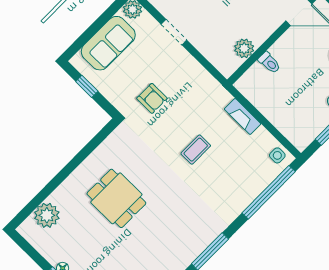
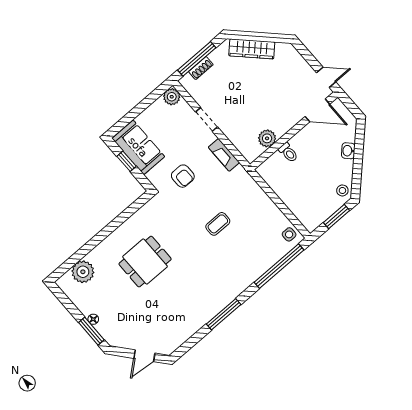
sofa: (108, 43) -> (138, 147), moved, turned -90
fireplace: (243, 116) -> (224, 155), moved
dining table: (116, 198) -> (145, 262), turned 90

